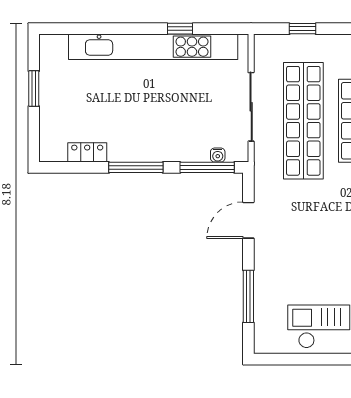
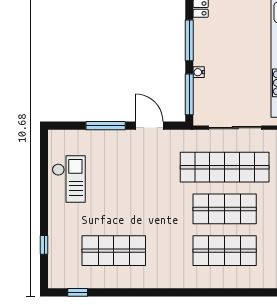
water cooler: (218, 155) -> (199, 72), moved
window: (248, 296) -> (106, 126), moved

